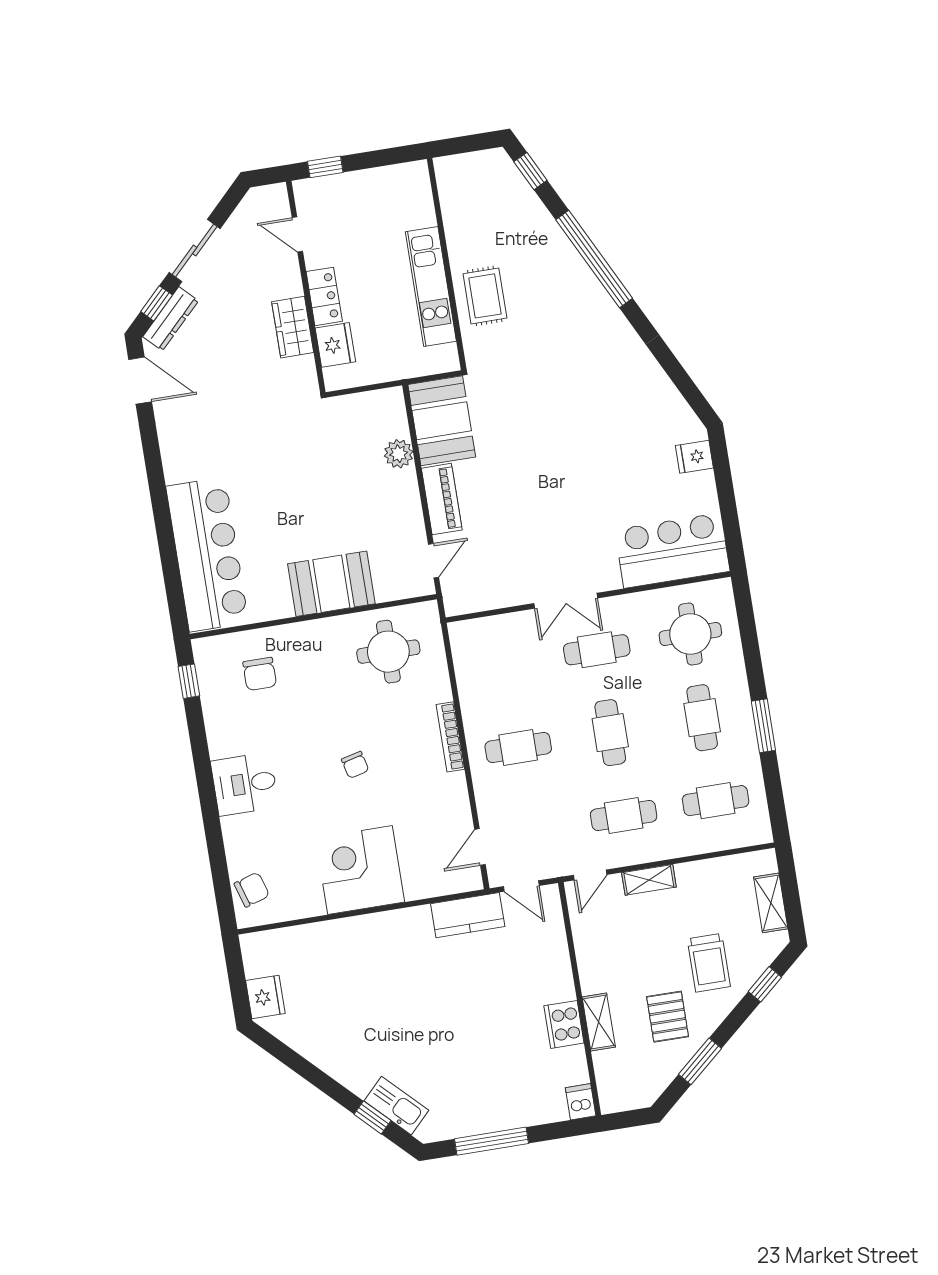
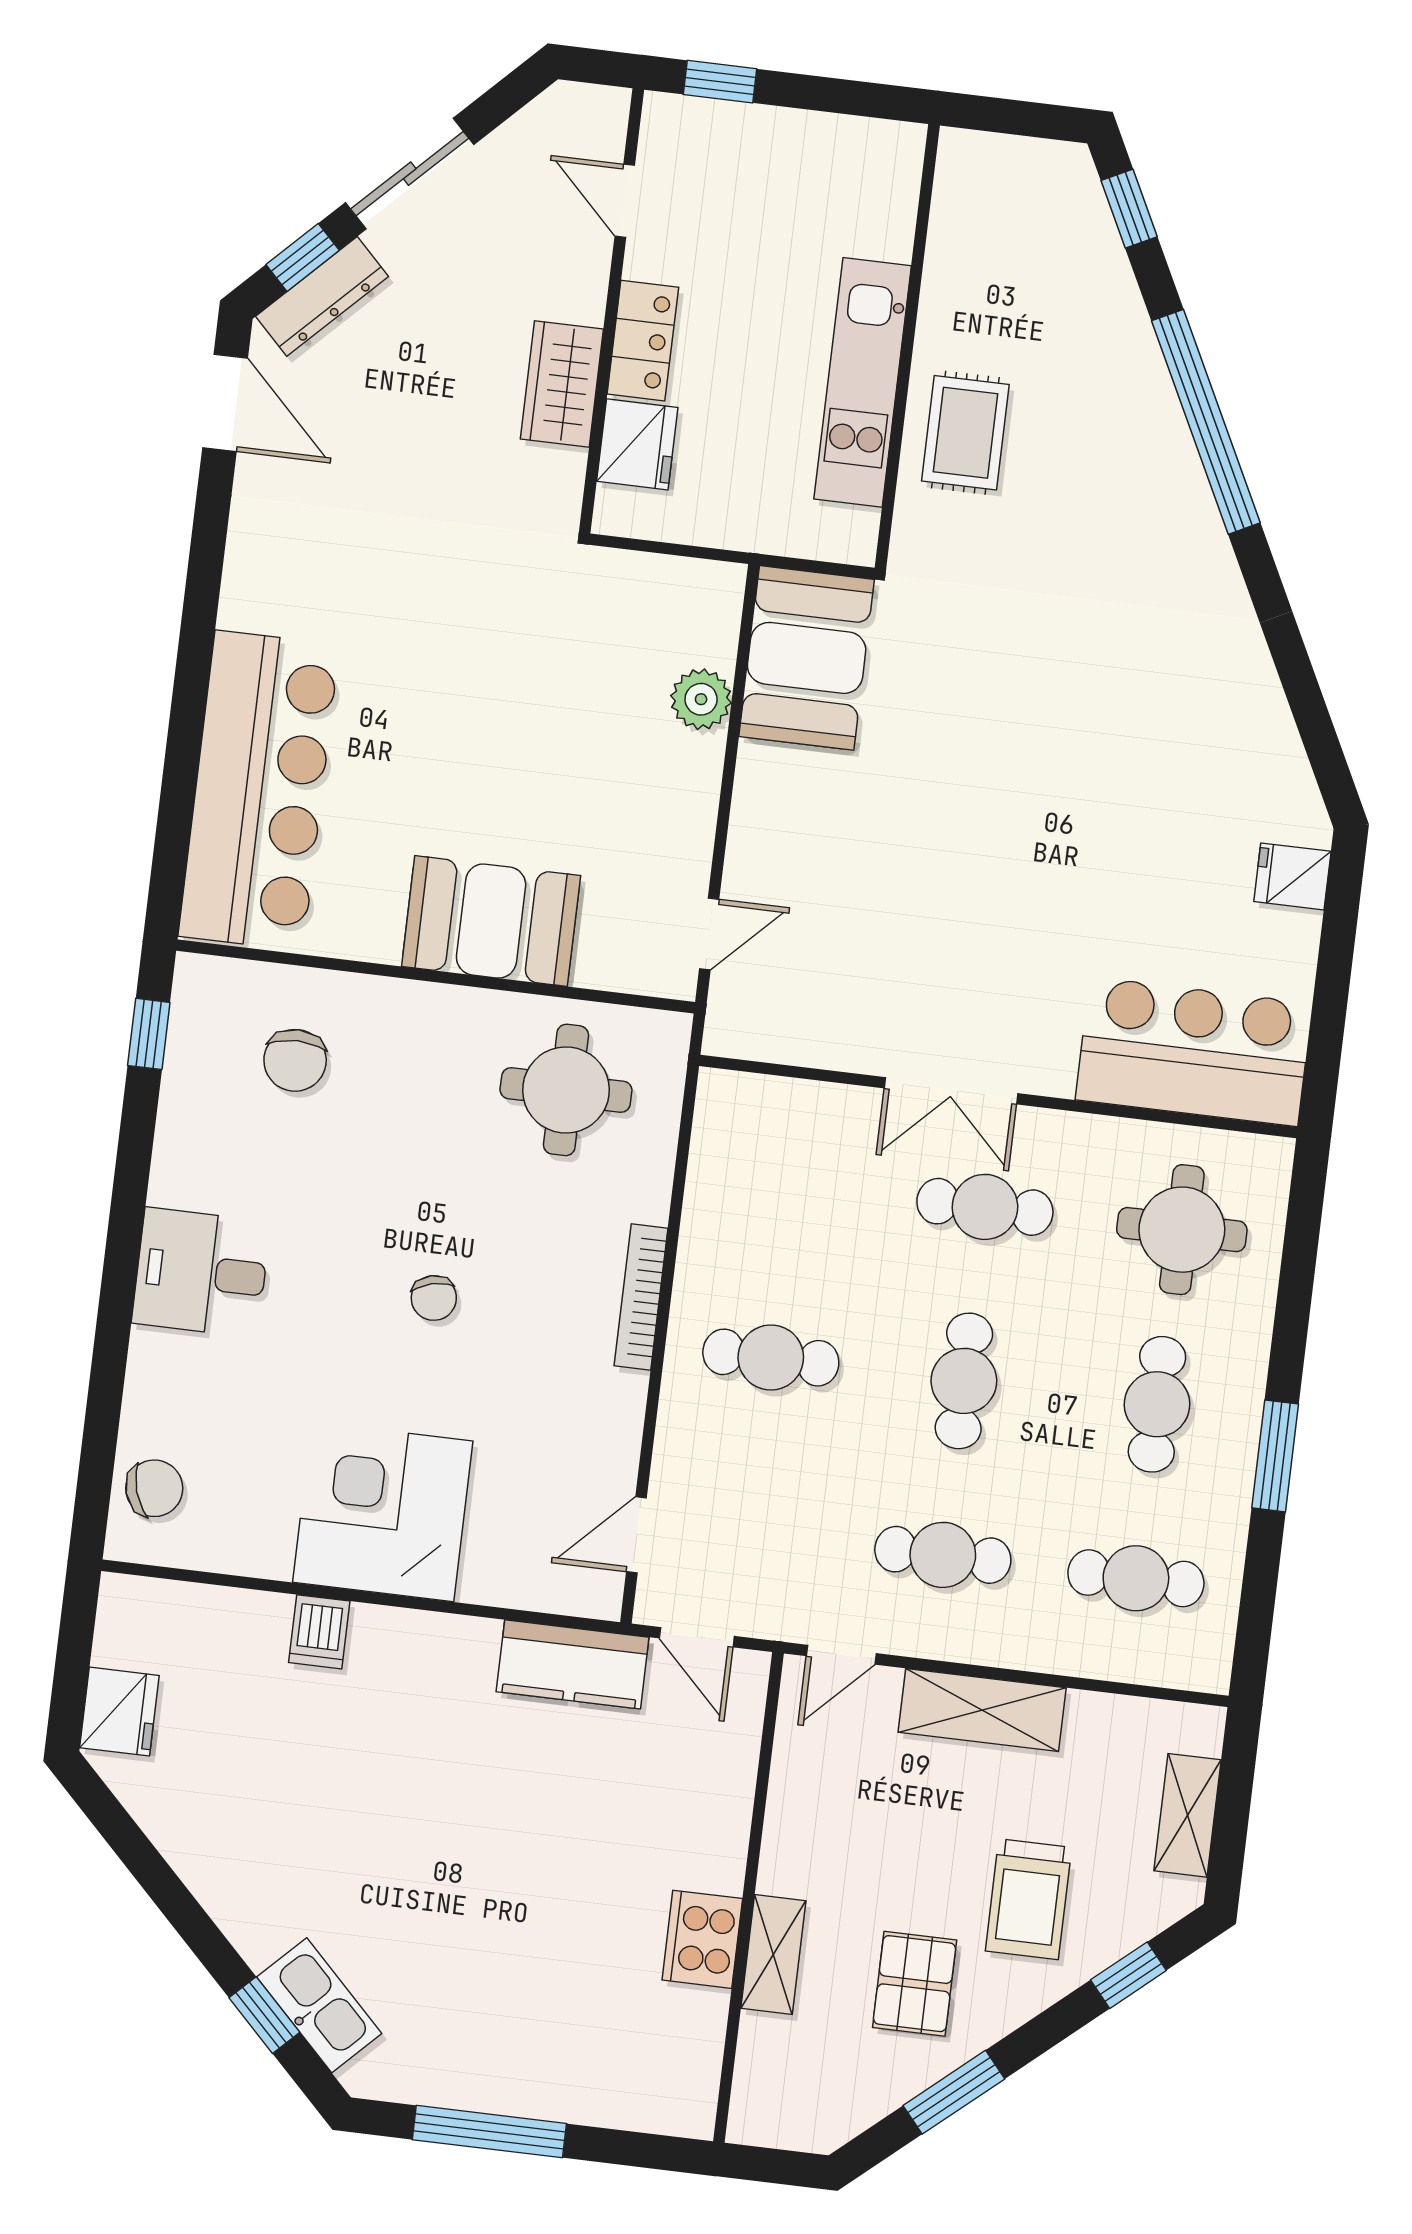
piano: (442, 499) -> (761, 815), removed
shelving: (649, 880) -> (982, 1710), width x1.50, depth x1.33
dishwasher: (581, 1102) -> (319, 1632), moved, turned 180

